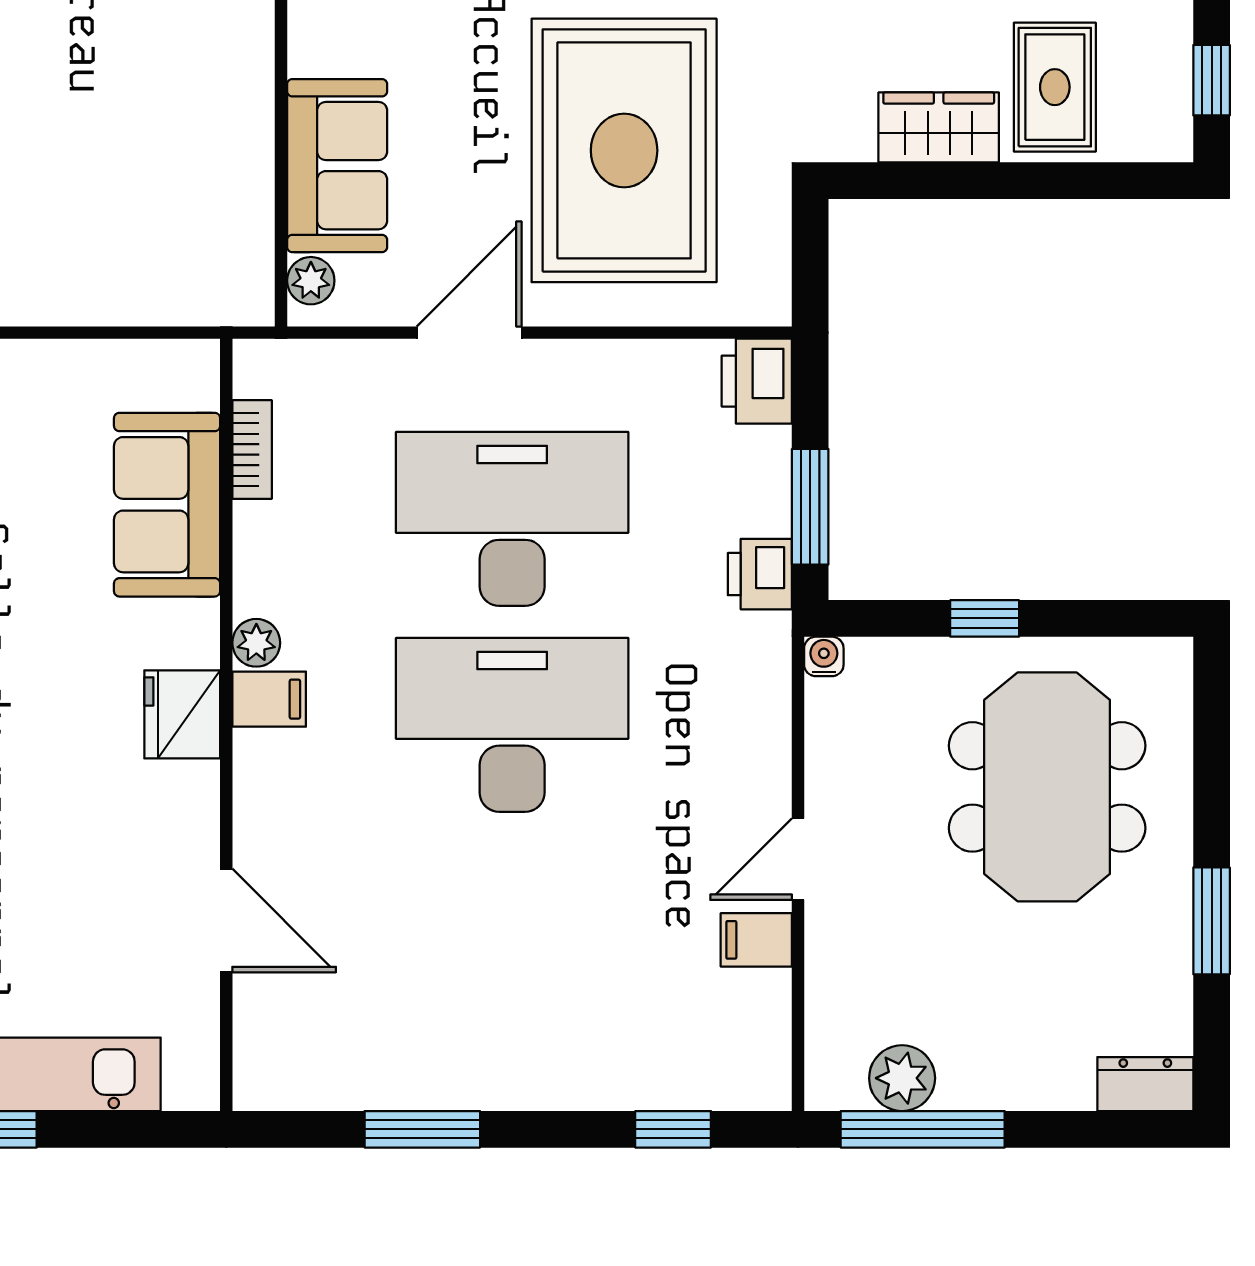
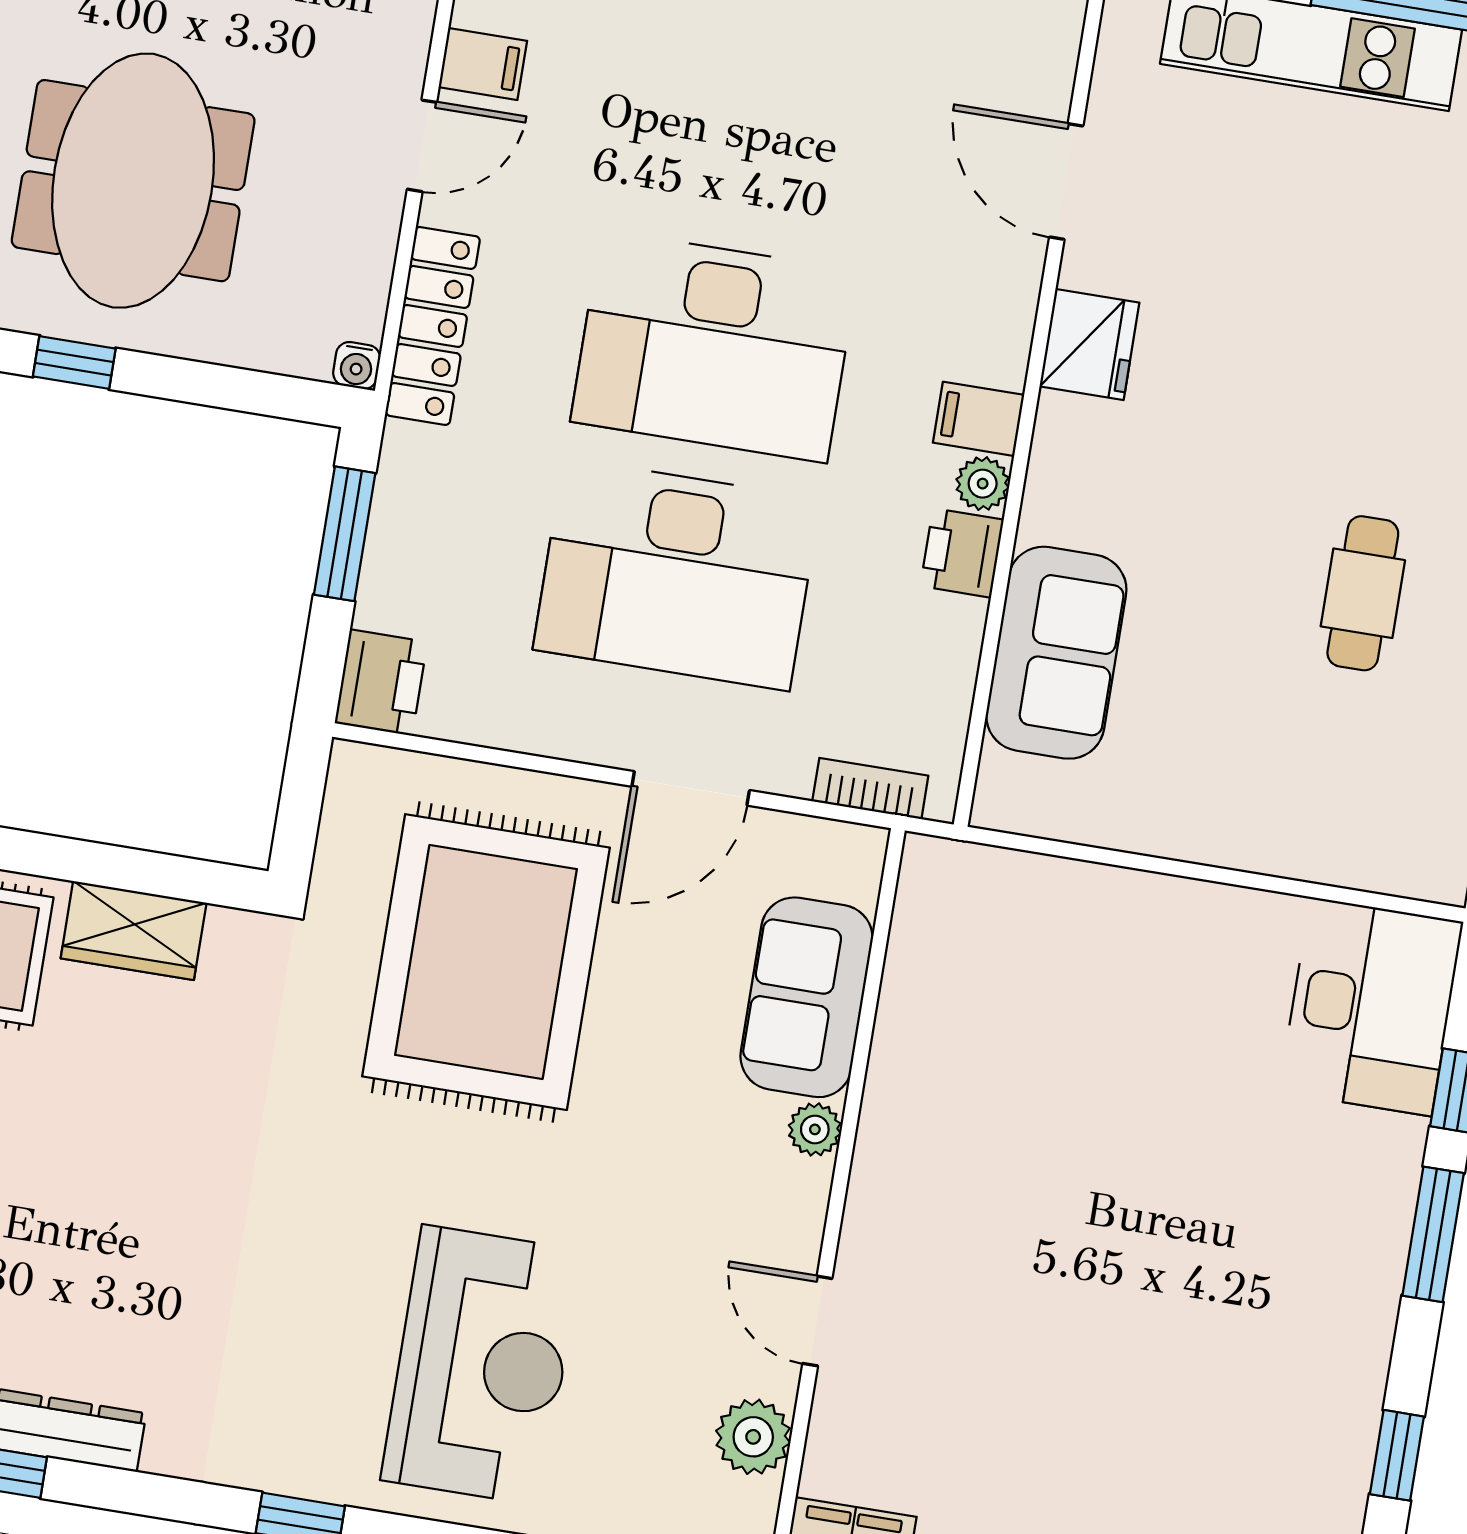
plant: (311, 281) -> (815, 1129), moved
bookcase: (252, 449) -> (870, 789), moved, turned 90
printer: (760, 574) -> (962, 553), moved, turned 180
window: (985, 618) -> (74, 363), moved
locker: (763, 702) -> (433, 326), added
fridge: (182, 714) -> (1089, 344), moved

